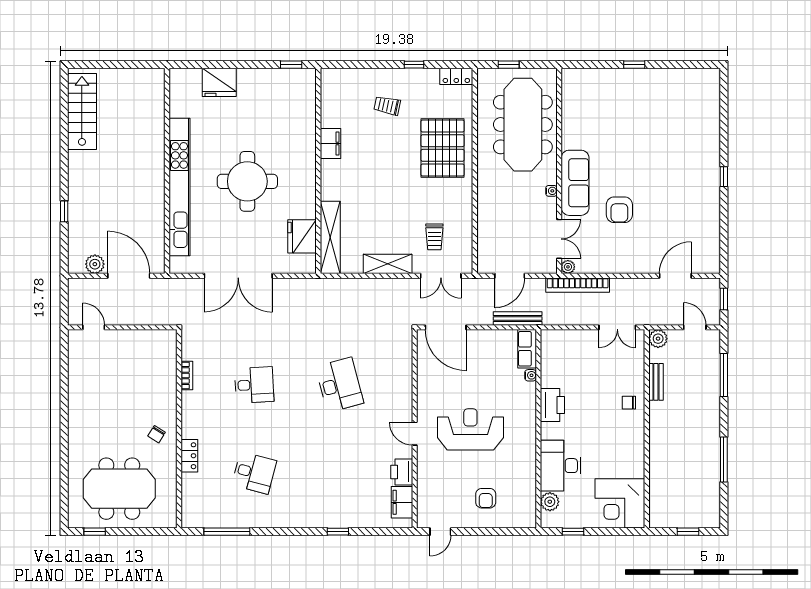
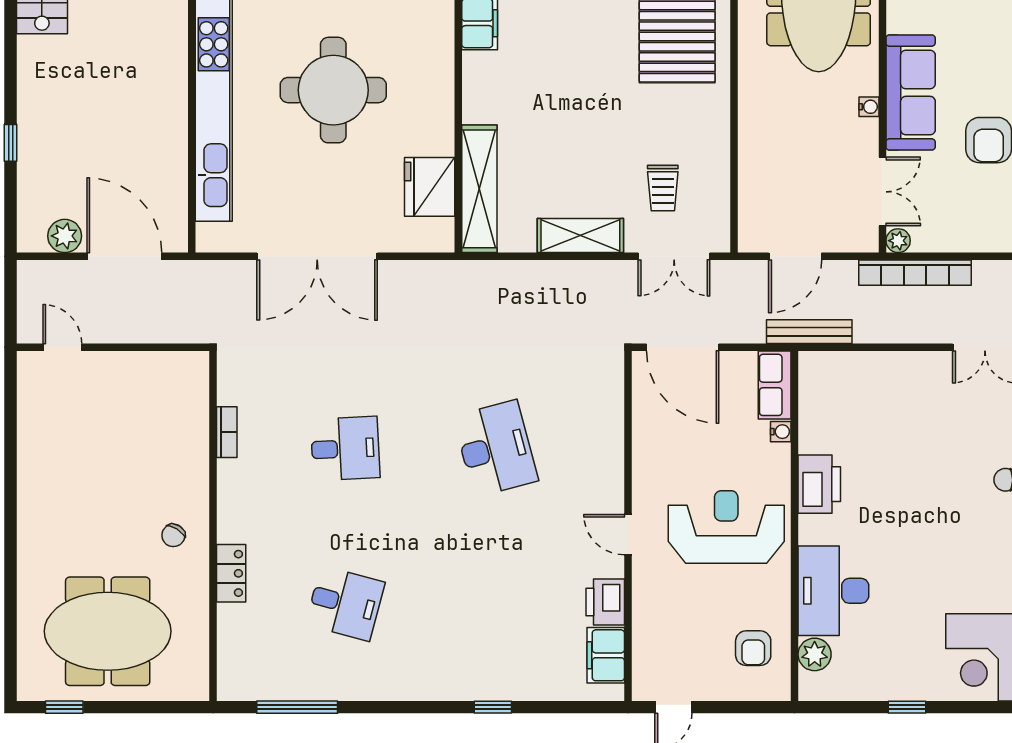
row of seats: (527, 349) -> (775, 385), moved
water cooler: (531, 375) -> (781, 432), moved
printer: (552, 405) -> (819, 484), moved
wall: (538, 429) -> (795, 526), moved
desk: (560, 466) -> (833, 591), moved
plant: (550, 502) -> (815, 654), moved

